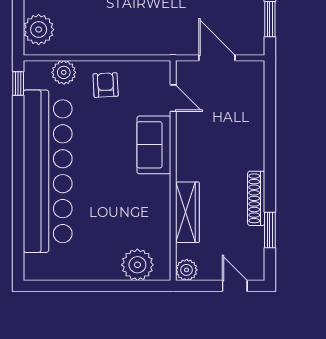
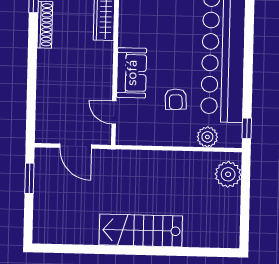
armchair: (106, 85) -> (176, 99), moved

